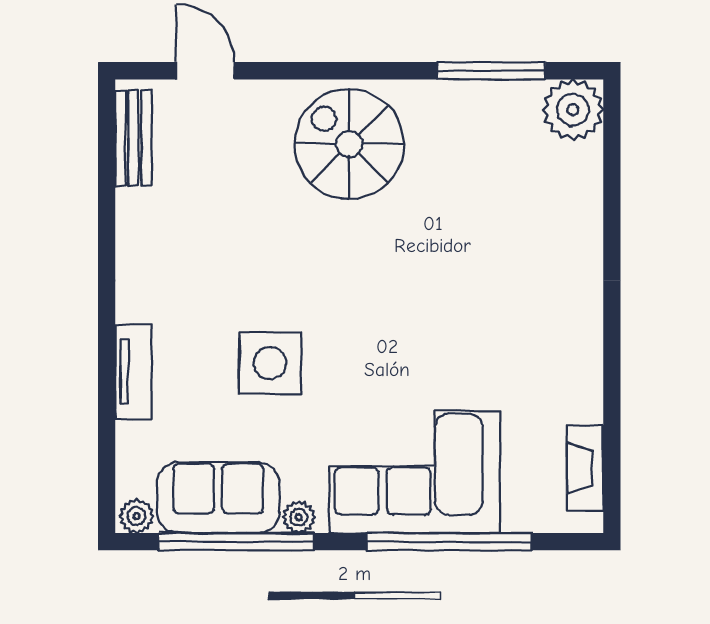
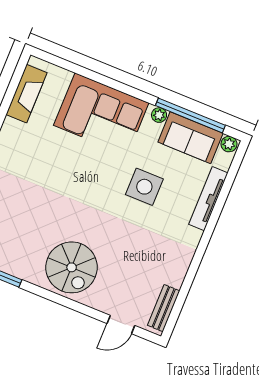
door: (205, 71) -> (121, 324), hinge flipped
tv unit: (133, 372) -> (208, 199), width x1.41
fireplace: (585, 468) -> (26, 94), width x1.37, depth x1.32
window: (450, 542) -> (98, 78), removed

